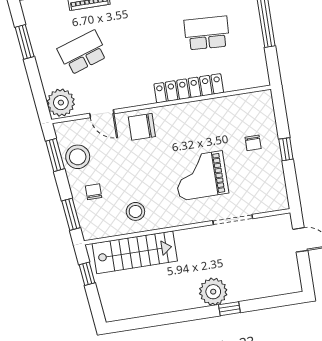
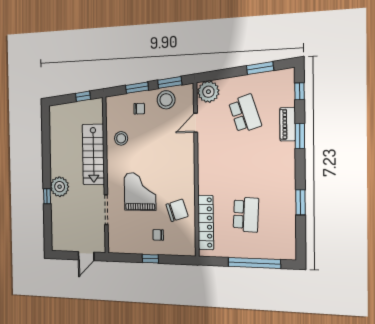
locker: (189, 88) -> (206, 222), moved
chair: (142, 127) -> (177, 210), moved, turned 72
window: (71, 214) -> (137, 88), moved
stairs: (135, 252) -> (93, 154), moved

